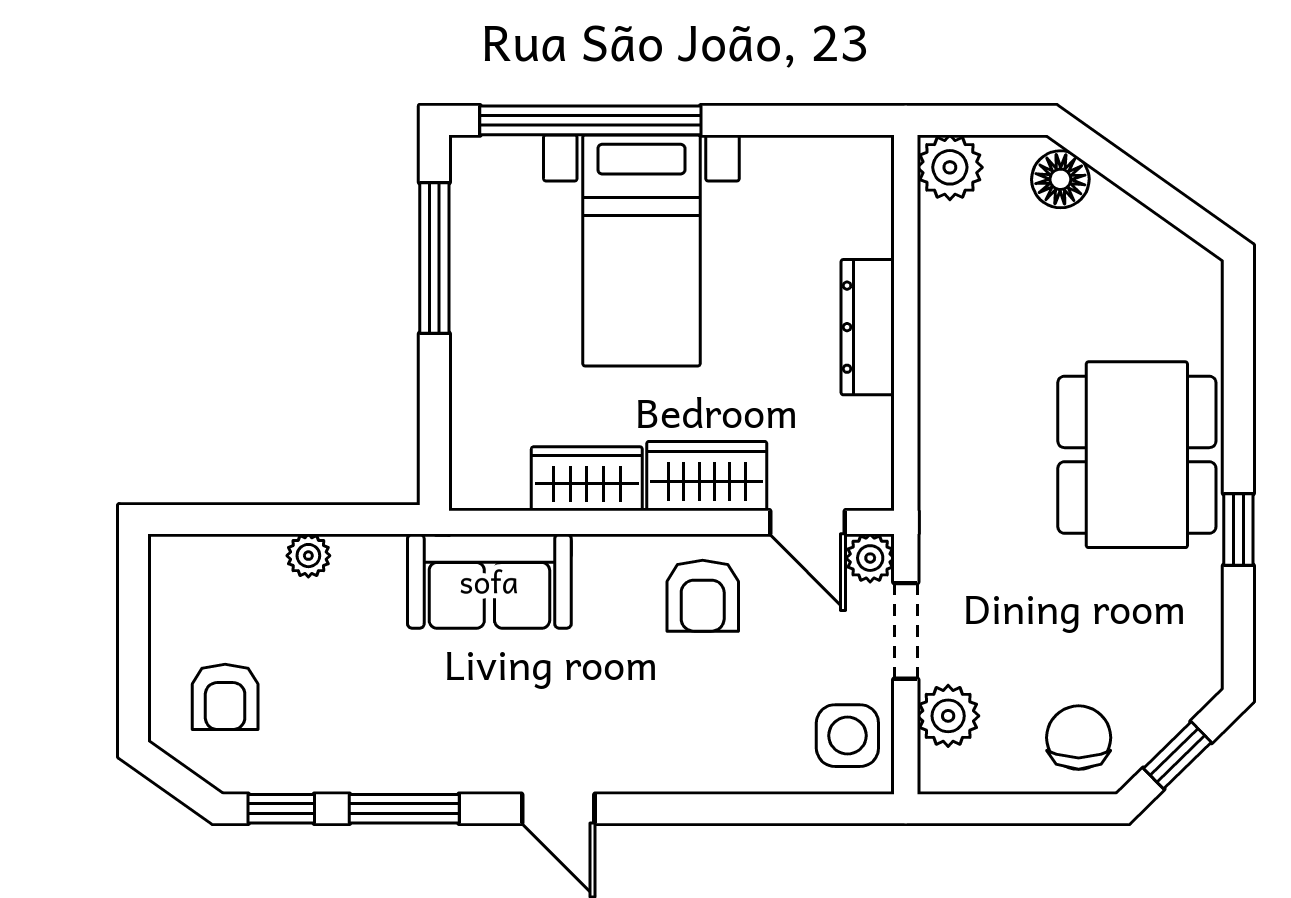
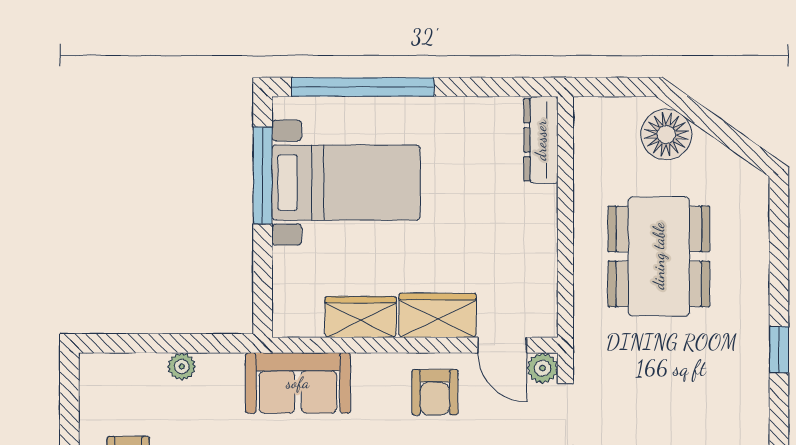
plant: (950, 167) -> (594, 117), removed
floor lamp: (1060, 179) -> (666, 134), width x1.38, depth x1.38
bed with nightstands: (641, 250) -> (346, 183), moved, turned -90
dresser: (868, 327) -> (541, 140), moved
dining table: (1137, 455) -> (659, 256), moved

